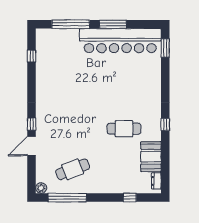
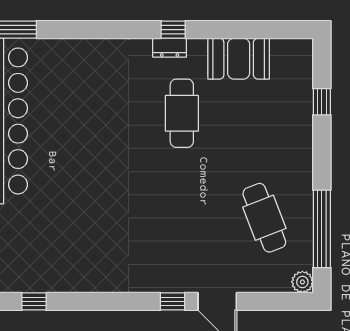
dresser: (156, 181) -> (170, 48), moved

